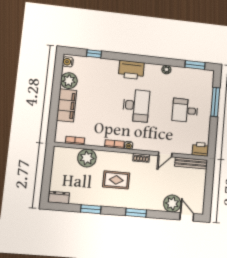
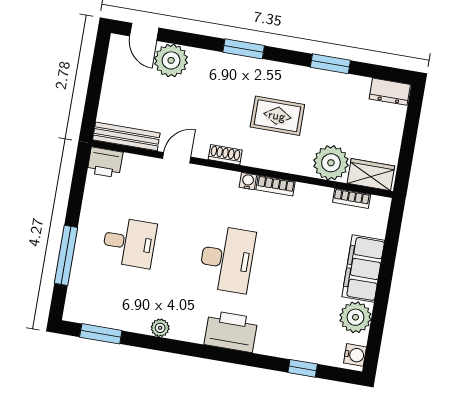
desk: (136, 105) -> (227, 259), turned 180
wardrobe: (66, 154) -> (371, 175), added

